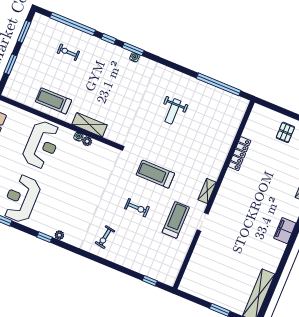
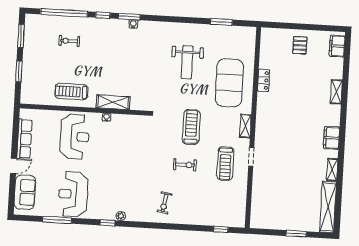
window: (219, 84) -> (221, 22), width x0.47
weight bench: (173, 111) -> (187, 62), width x1.36, depth x1.33
plant: (87, 141) -> (116, 119), removed
exercise mat: (206, 145) -> (229, 83), added
locker: (239, 154) -> (264, 80), width x0.66
treadmill: (155, 174) -> (191, 127), turned 90
treadmill: (176, 220) -> (225, 164), turned 180
shelving: (275, 261) -> (332, 170), added

